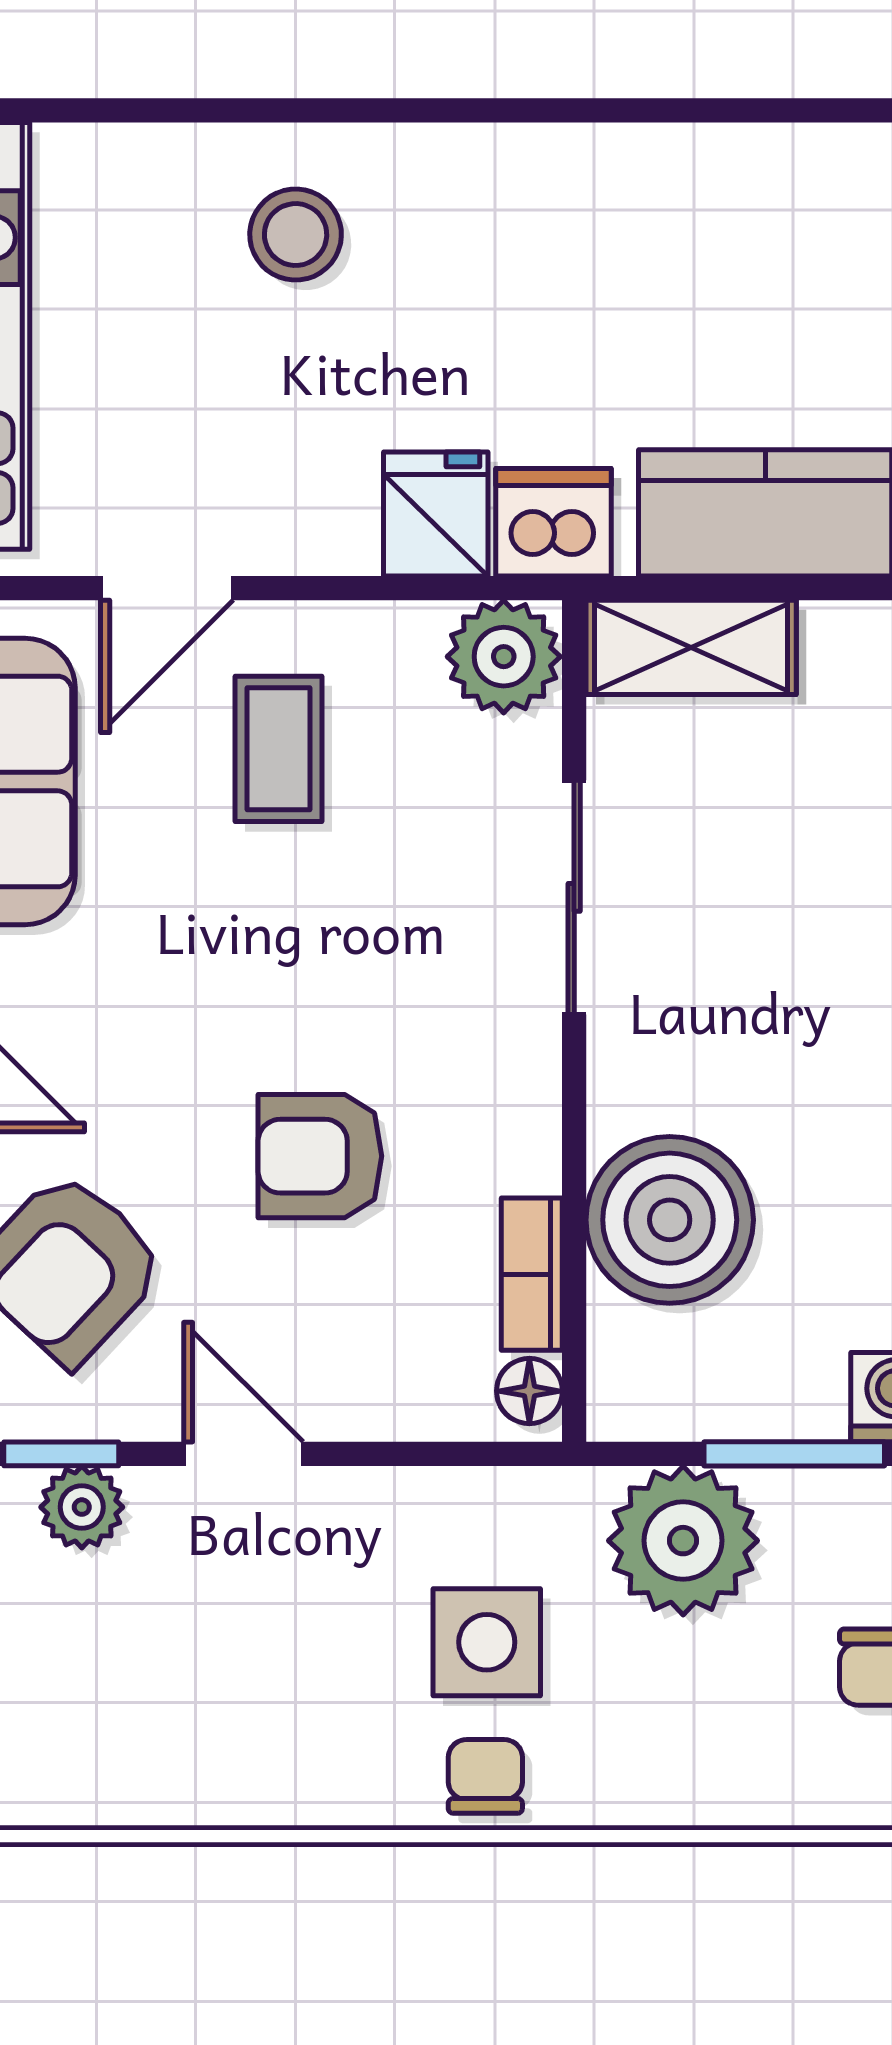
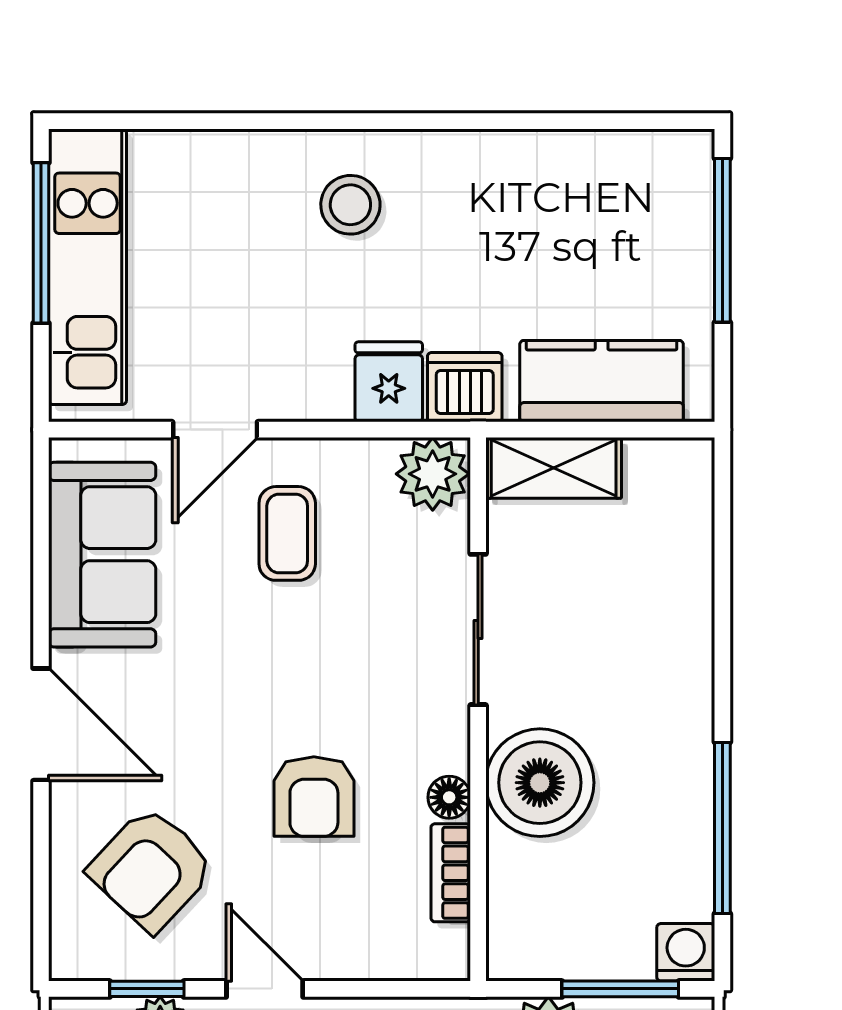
stool: (296, 235) -> (350, 205), moved
armchair: (320, 1156) -> (314, 797), turned -90
boiler: (670, 1220) -> (540, 783), moved
floor lamp: (529, 1391) -> (449, 797), moved

